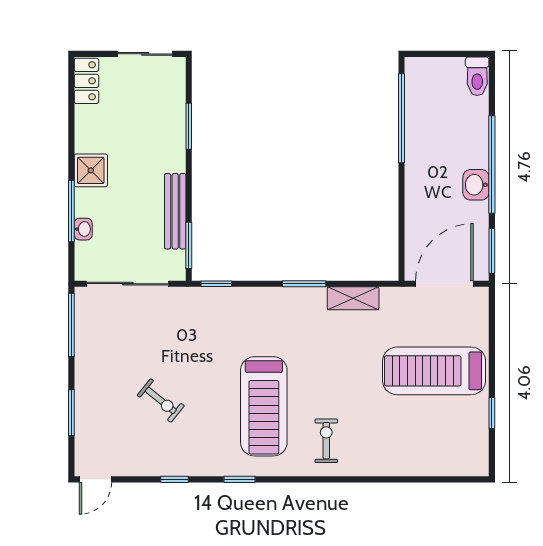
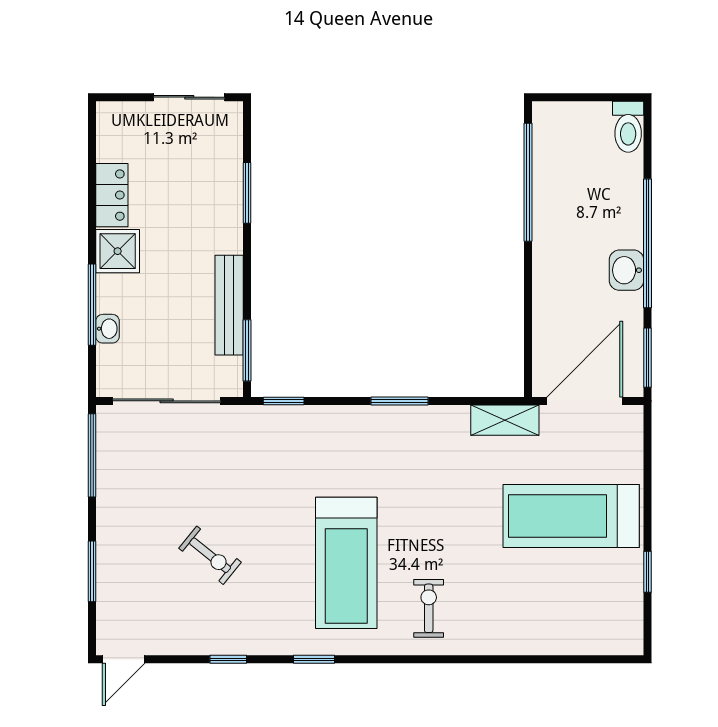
locker: (86, 81) -> (112, 195), moved
shelving: (353, 298) -> (505, 420), moved

